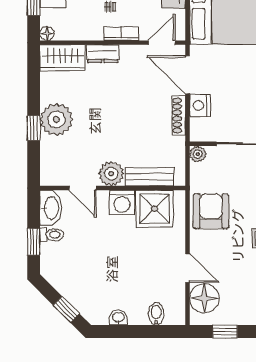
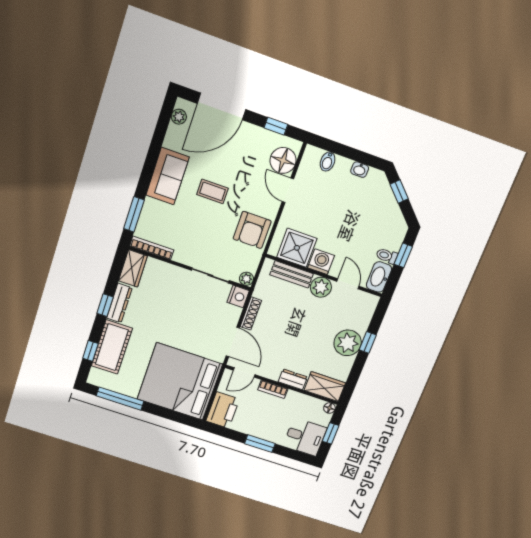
nightstand: (200, 105) -> (238, 296), moved

